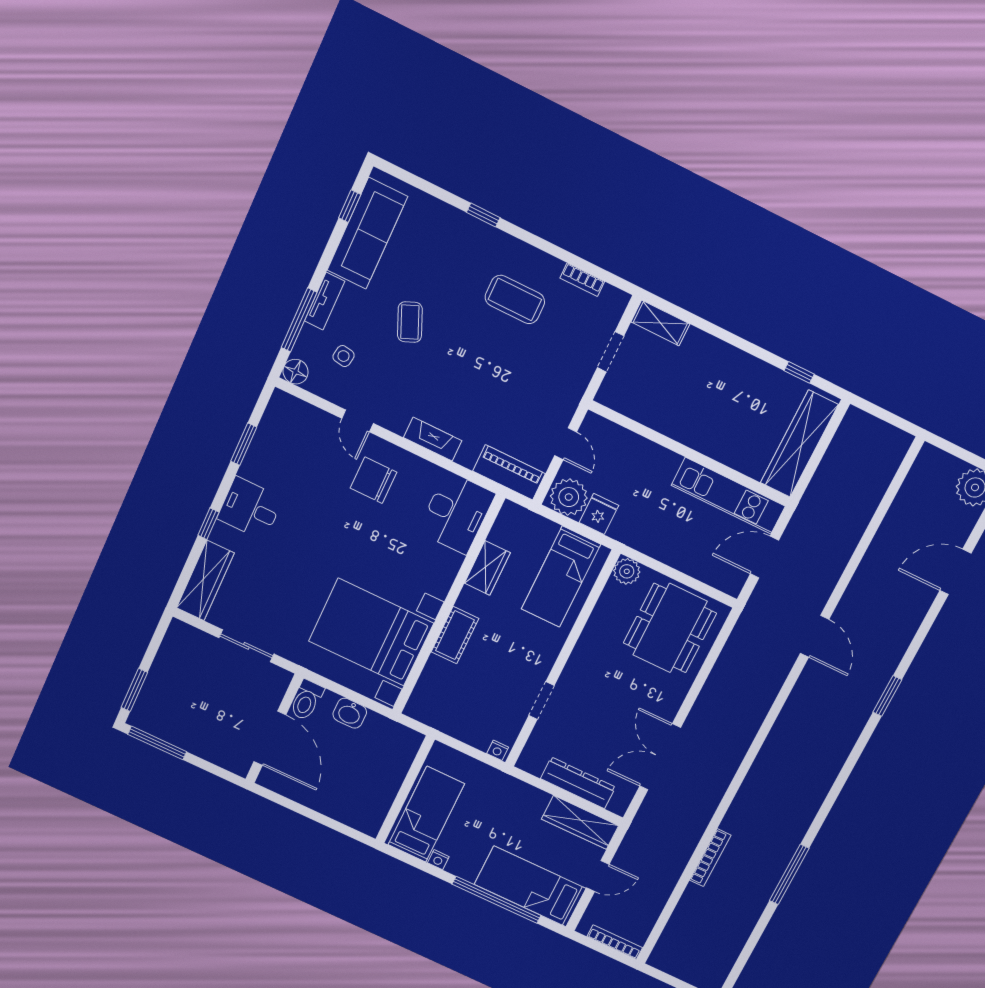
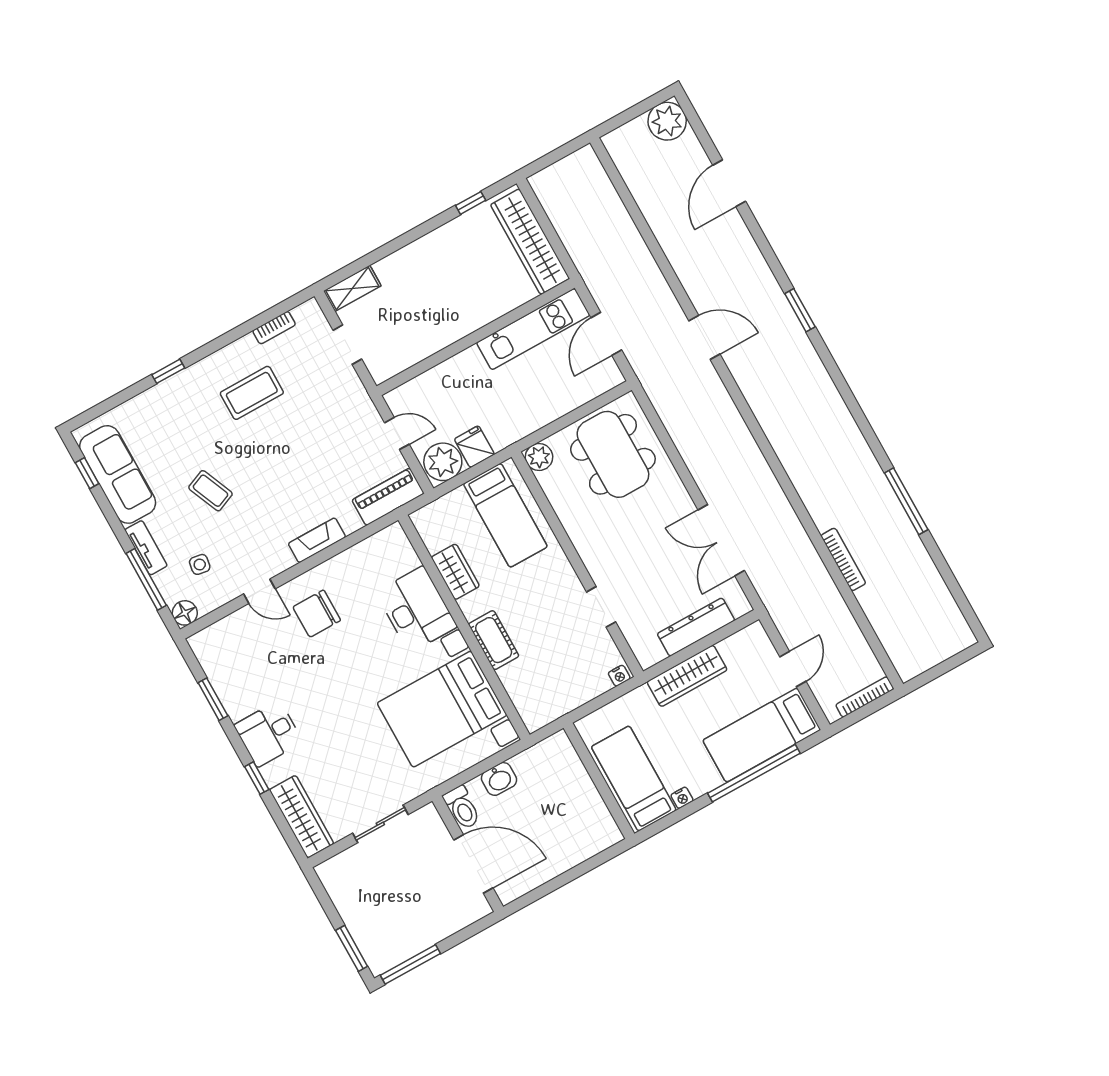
desk: (456, 513) -> (416, 609), moved
wardrobe: (580, 822) -> (687, 676), moved

